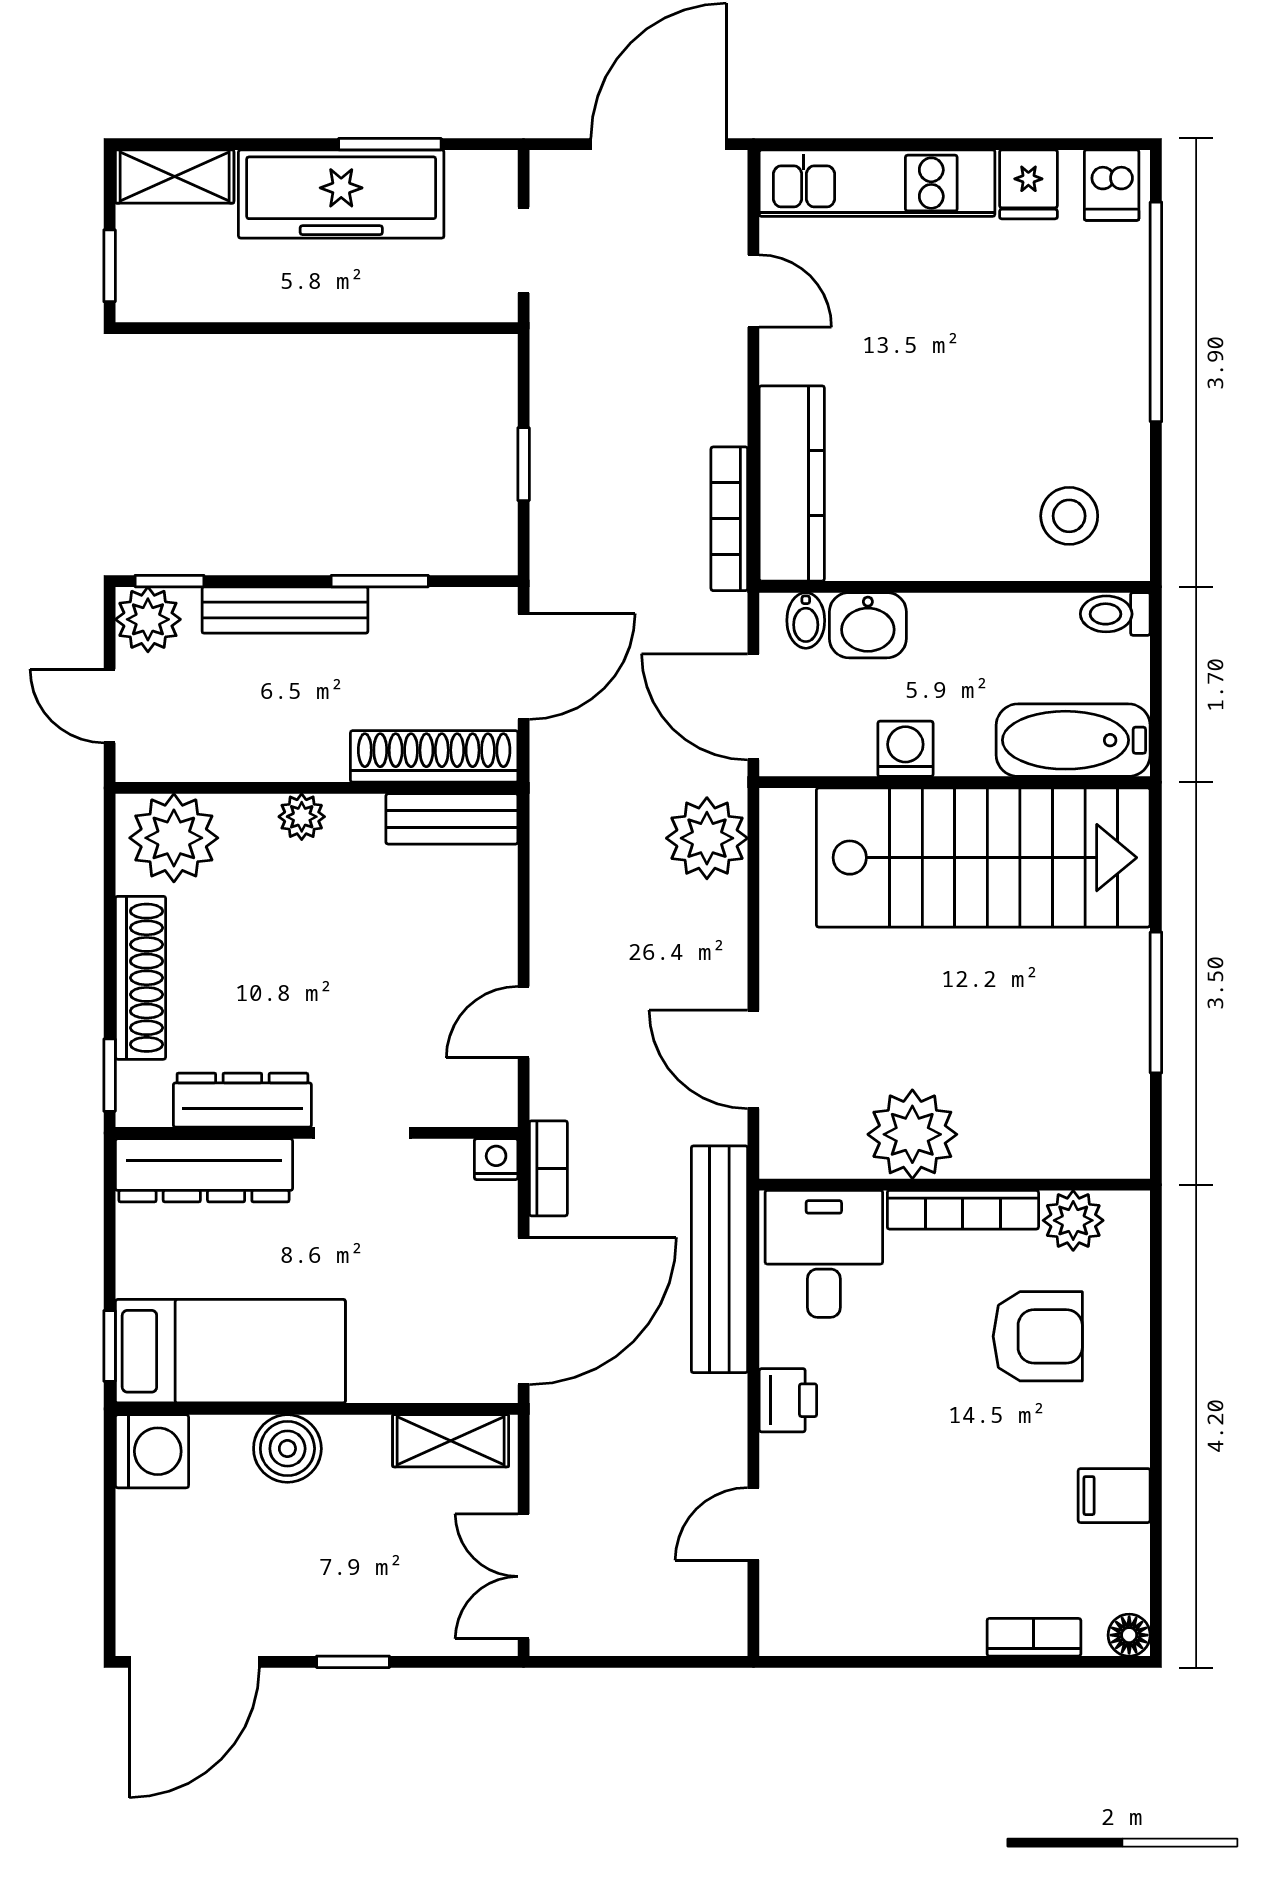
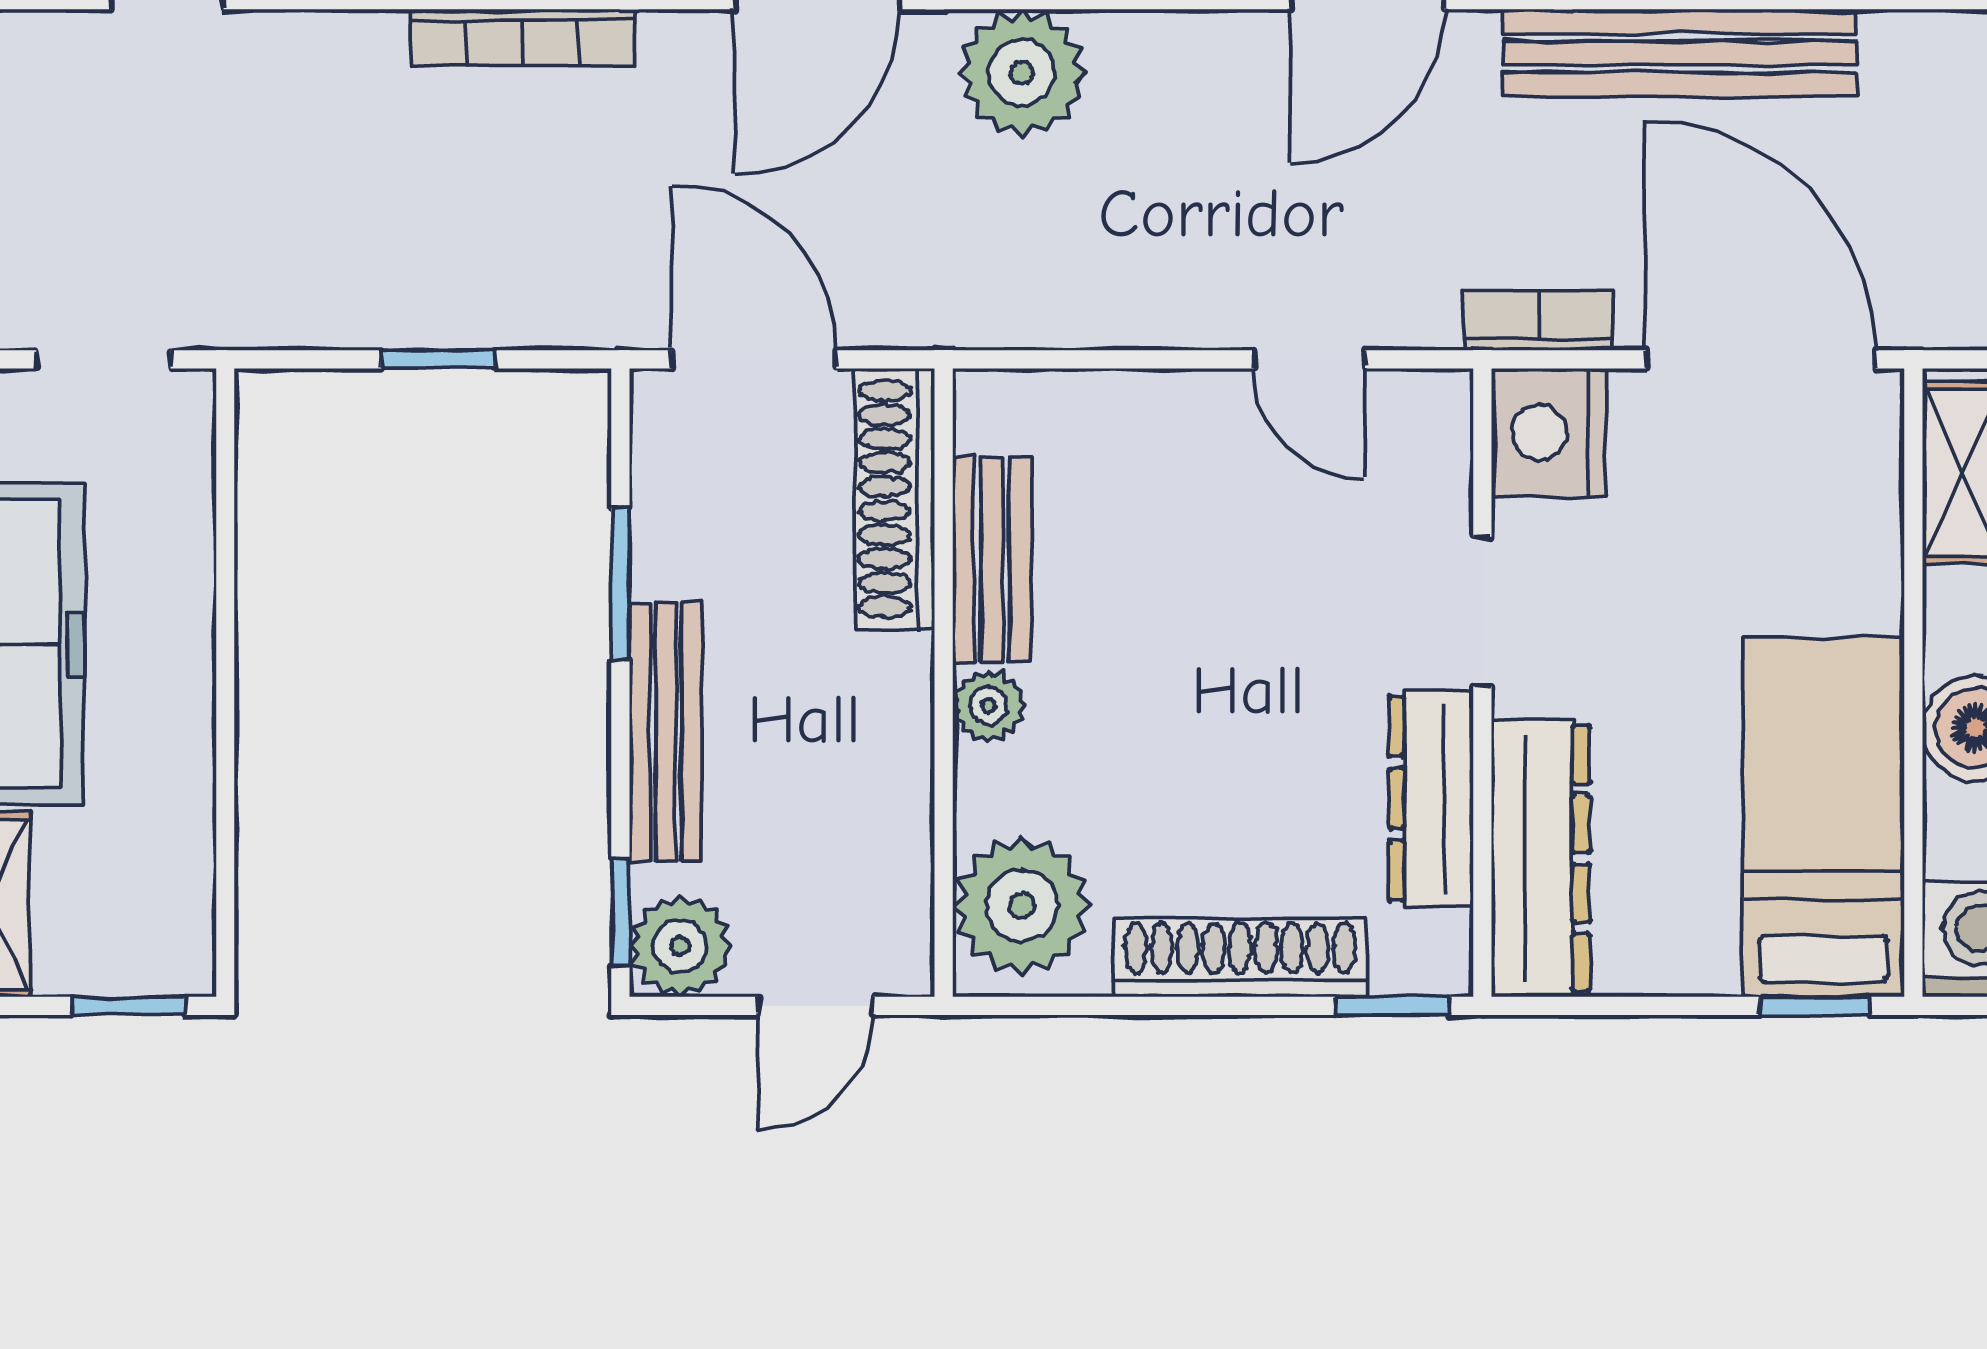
bench: (452, 819) -> (992, 560), moved
nightstand: (496, 1159) -> (1549, 432), width x1.89, depth x1.79

